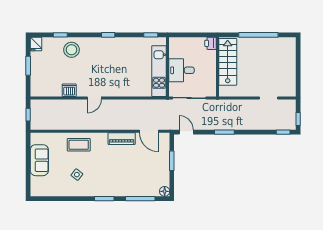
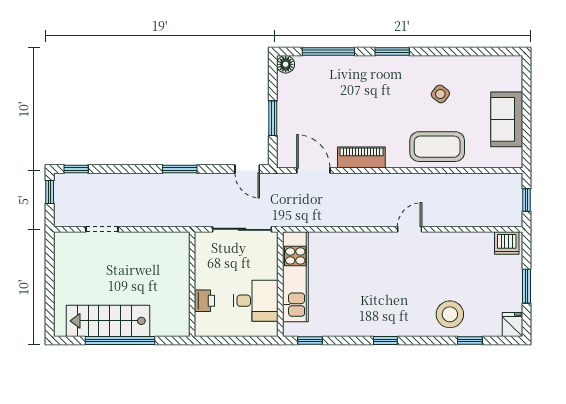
printer: (211, 43) -> (204, 301), moved
stairs: (228, 62) -> (108, 321), moved, turned 90
desk: (181, 70) -> (256, 301), moved
dishwasher: (69, 90) -> (507, 243), moved
coffee table: (79, 145) -> (437, 147), width x1.36, depth x1.32

